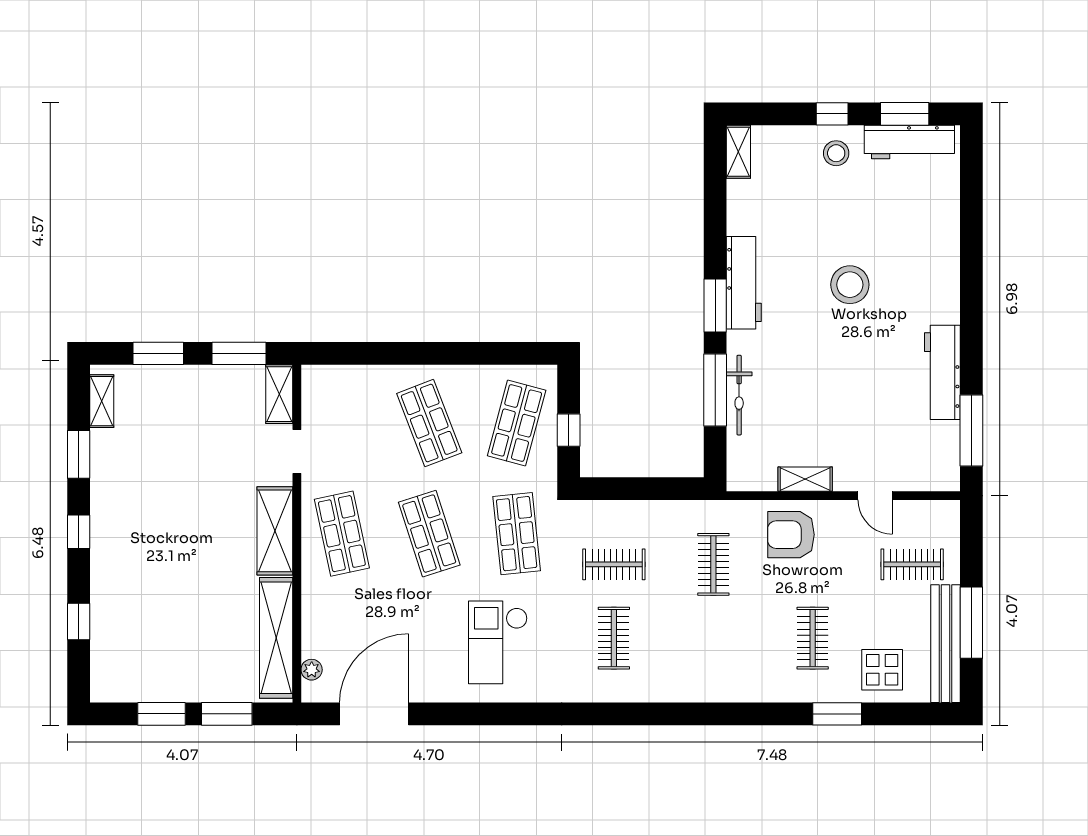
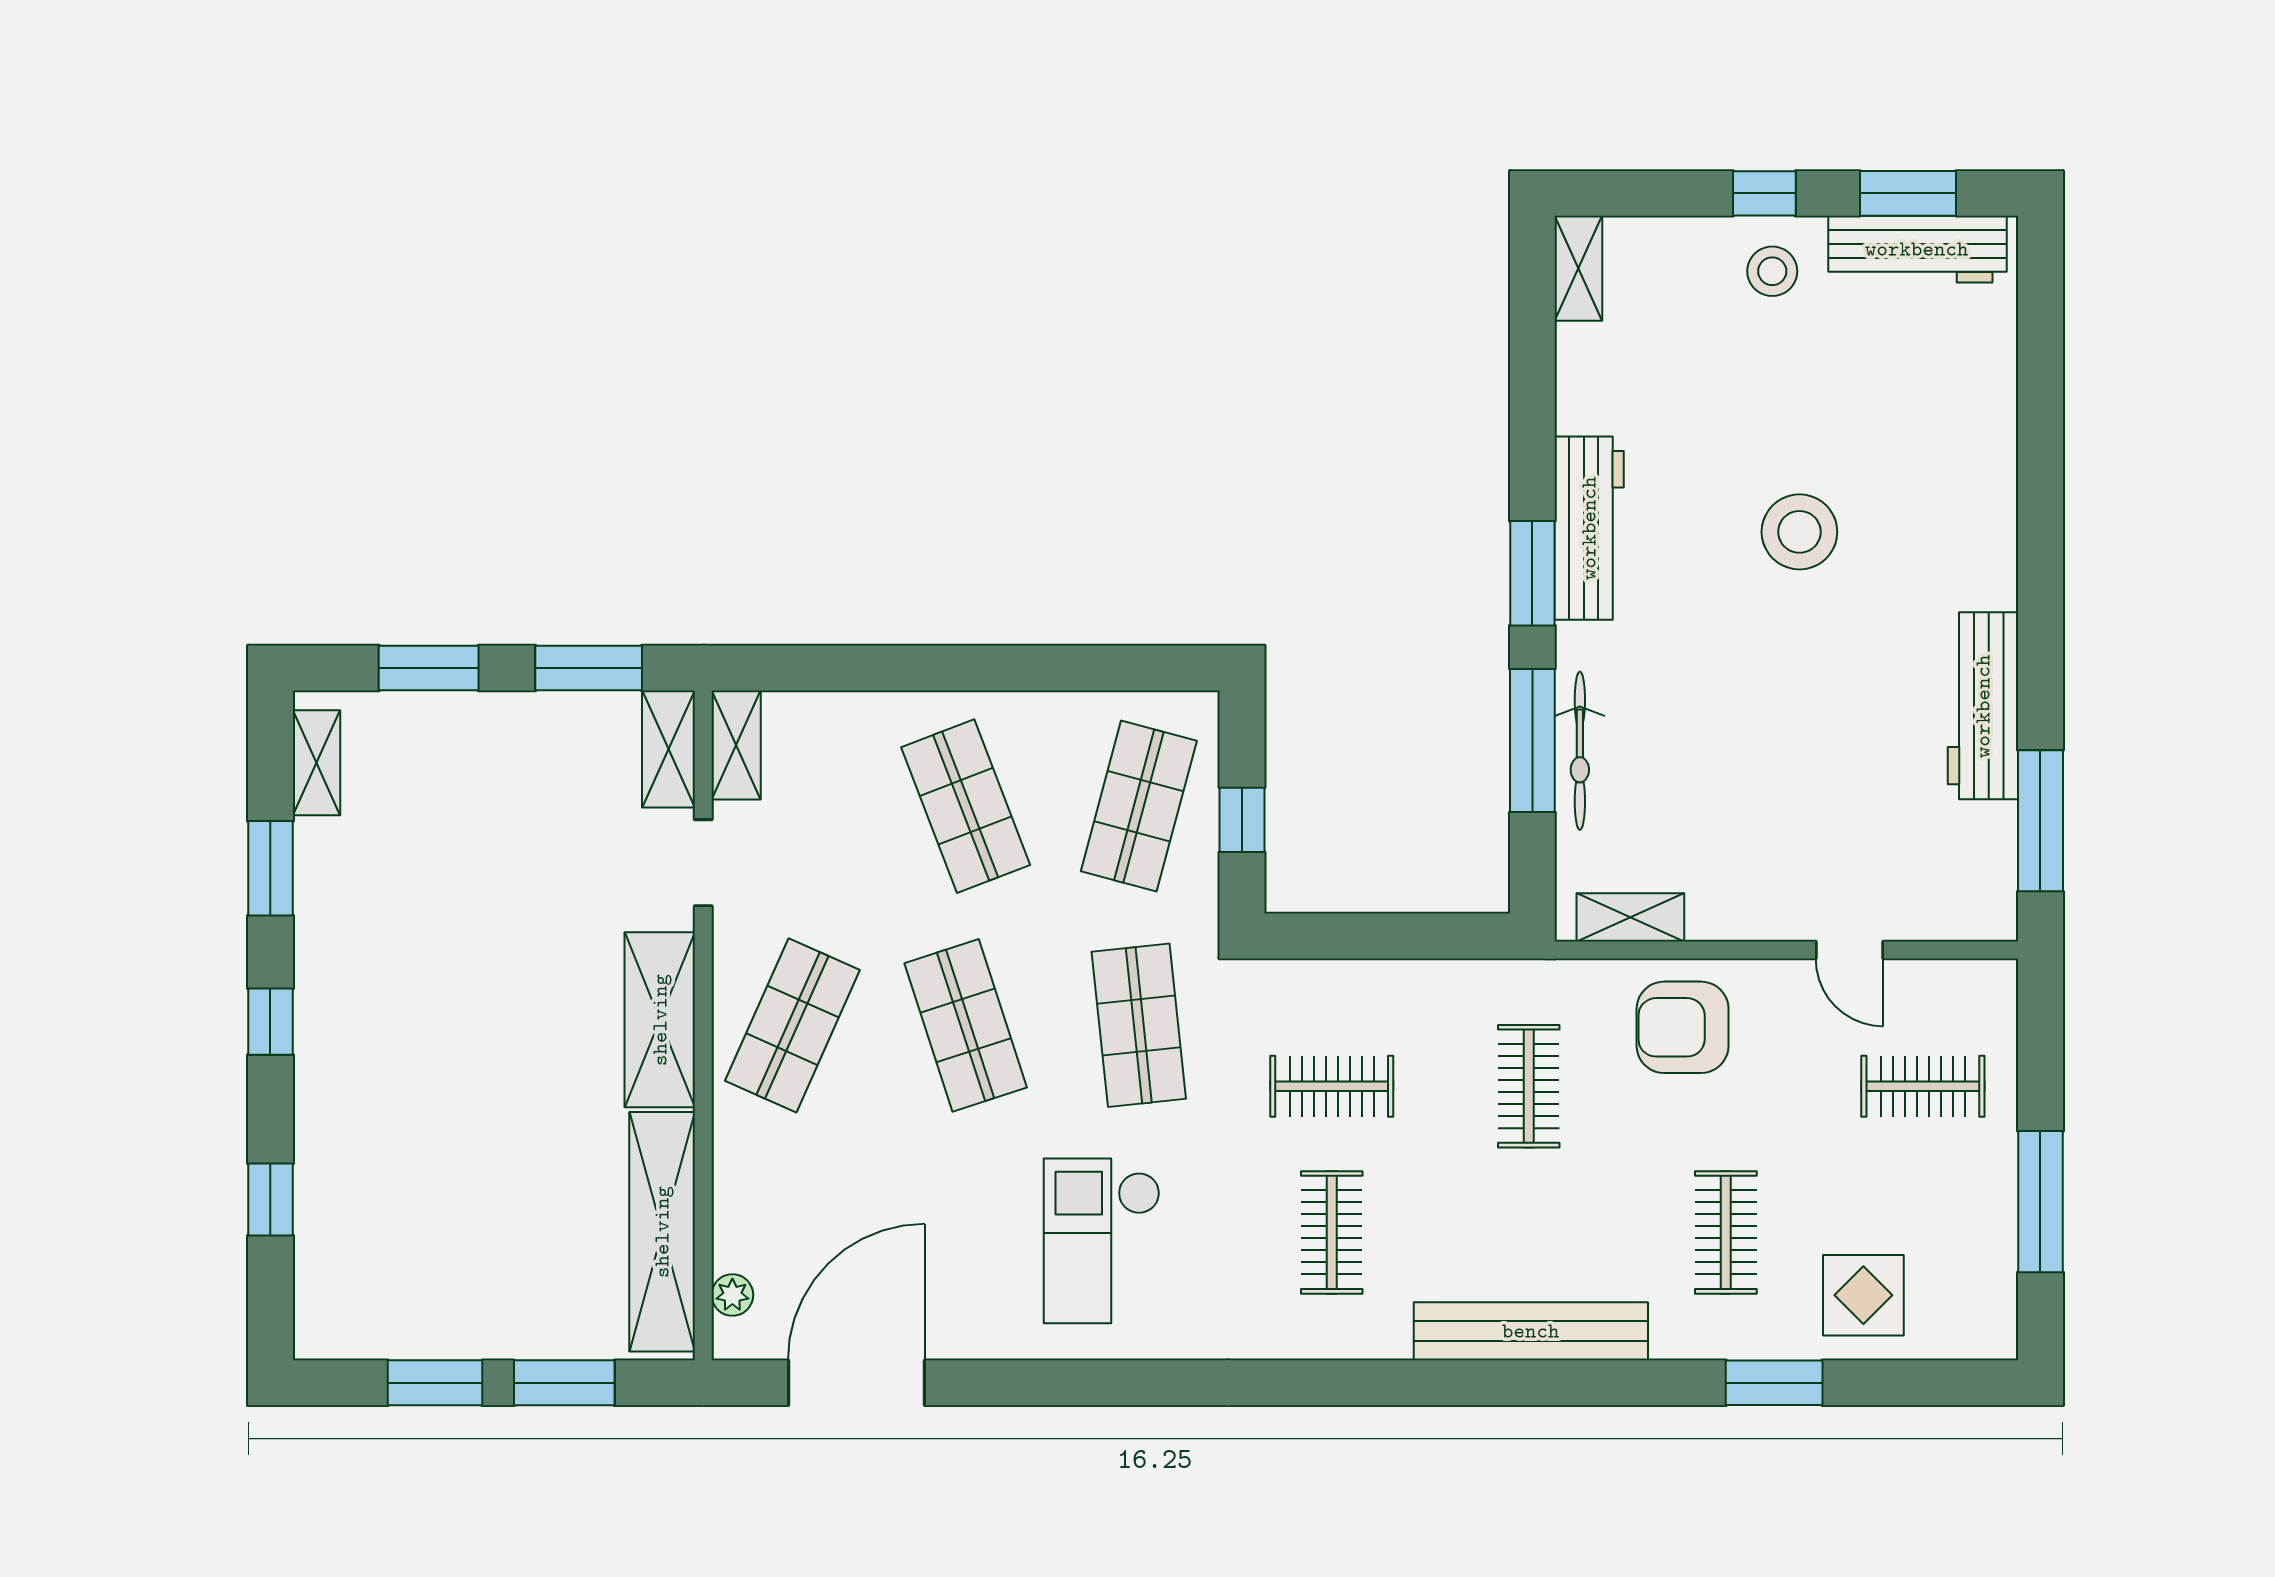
shelving: (313, 392) -> (736, 745), added
shelving: (805, 479) -> (1630, 917), moved
shop shelf: (342, 534) -> (792, 1025), turned 36
bench: (946, 644) -> (1531, 1331), moved, turned 90

